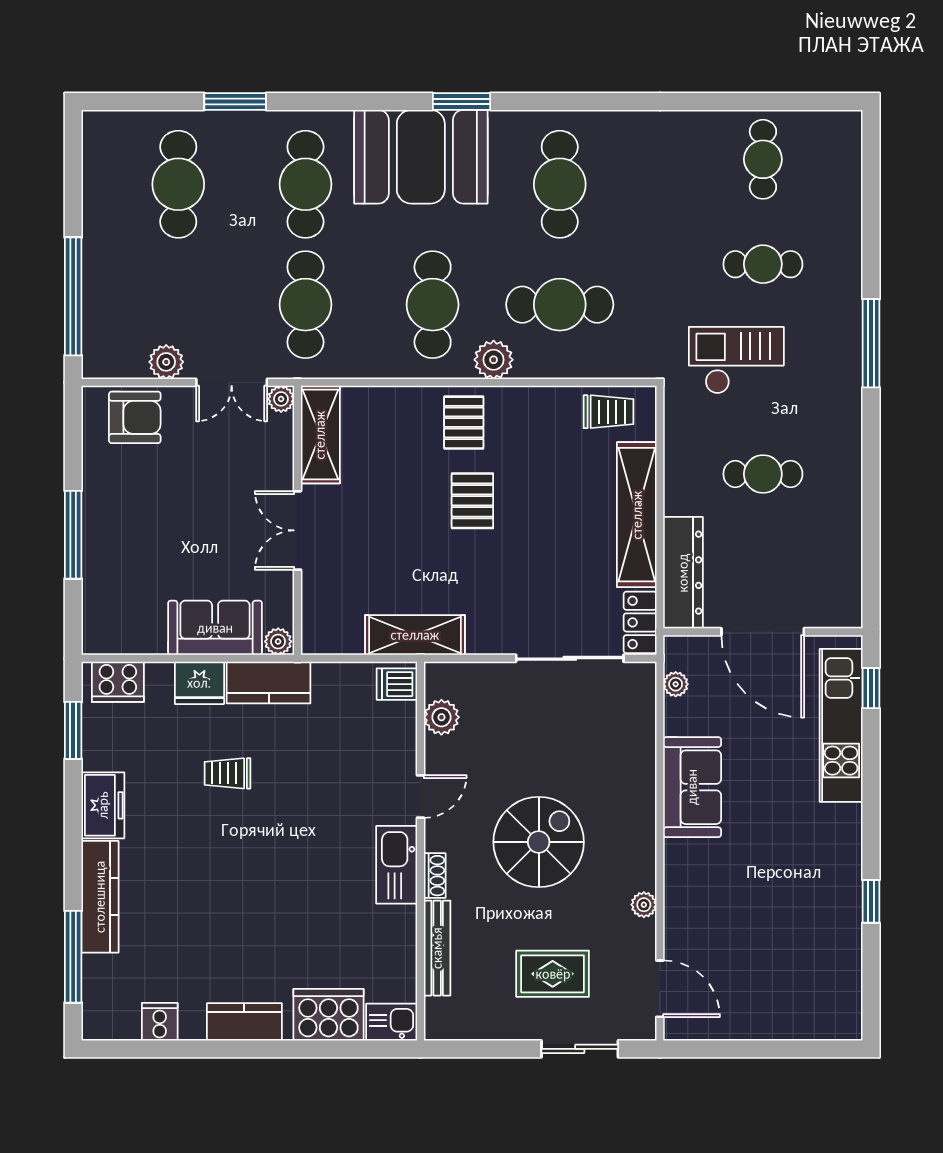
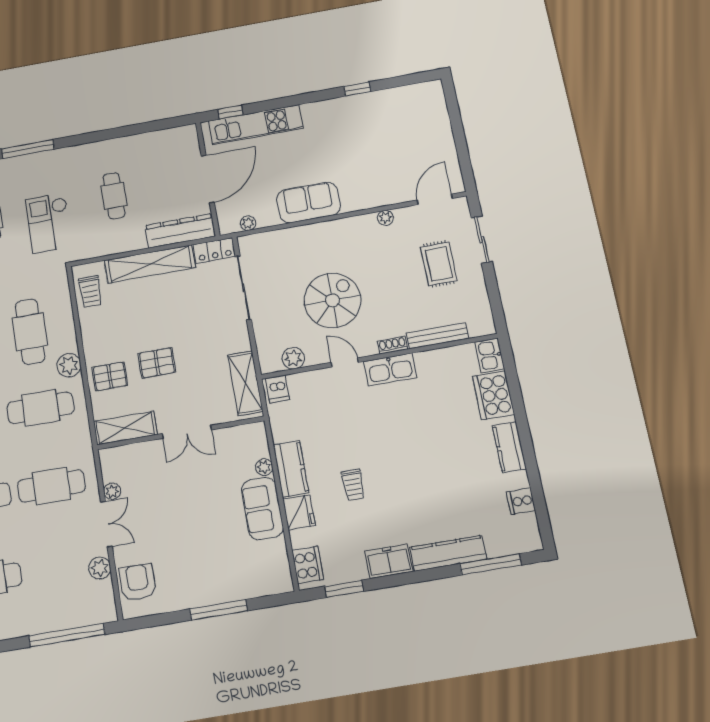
trolley: (608, 412) -> (90, 292), turned 180
shelving: (320, 435) -> (125, 428), moved
wall: (298, 520) -> (181, 433), moved
double door: (298, 530) -> (187, 432), moved
spiral stairs: (539, 842) -> (332, 300), moved, turned 90

